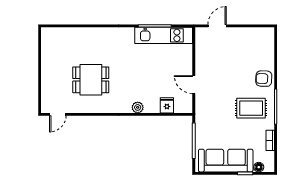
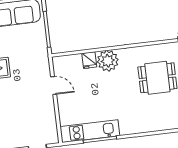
fridge: (167, 105) -> (89, 60), moved
plant: (138, 107) -> (108, 61), width x1.88, depth x1.88

